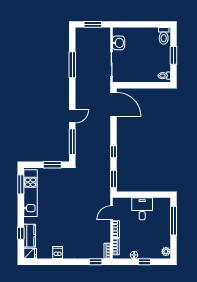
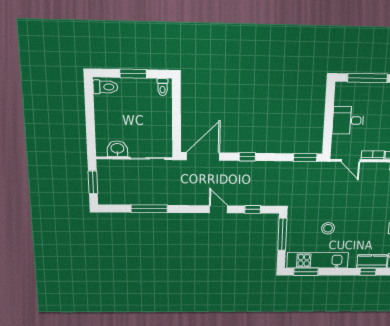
window: (72, 142) -> (253, 209), width x0.46
window: (114, 152) -> (247, 157), moved
window: (52, 165) -> (282, 234), width x1.44
stool: (57, 199) -> (328, 228), added

